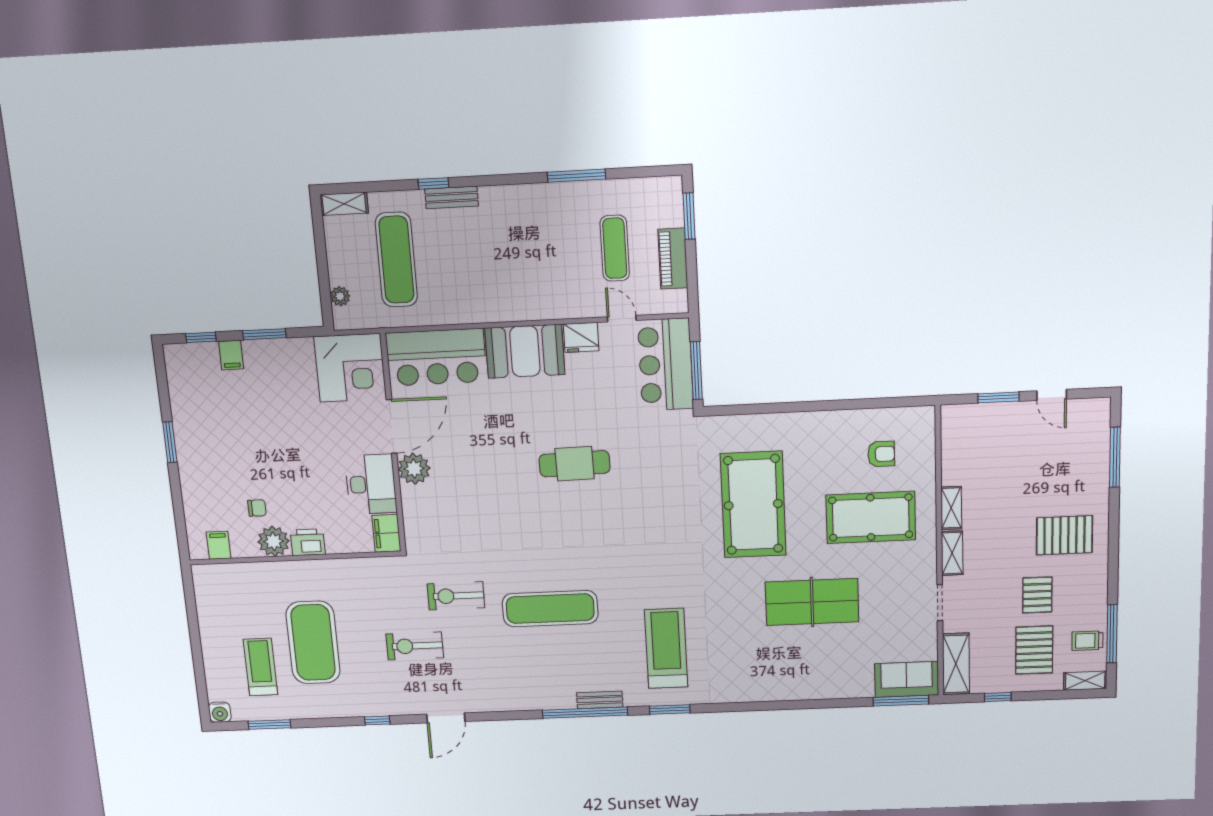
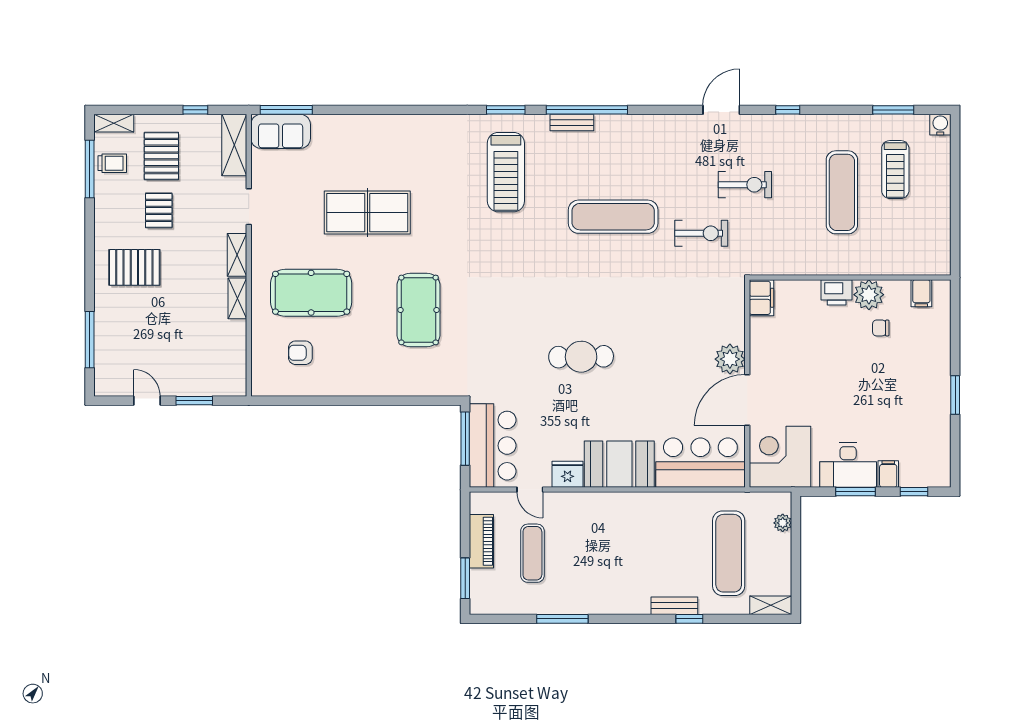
desk: (371, 484) -> (848, 465), moved, turned -90
pool table: (753, 505) -> (419, 310), width x0.73, depth x0.76
exercise mat: (313, 642) -> (842, 192), width x0.68

